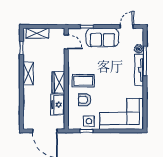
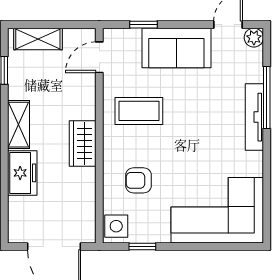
door: (66, 42) -> (99, 57), swing flipped
plant: (139, 49) -> (254, 38), moved
coffee table: (83, 81) -> (139, 111), moved
freezer: (58, 105) -> (22, 173), moved, turned 180
side table: (89, 121) -> (116, 226), moved

